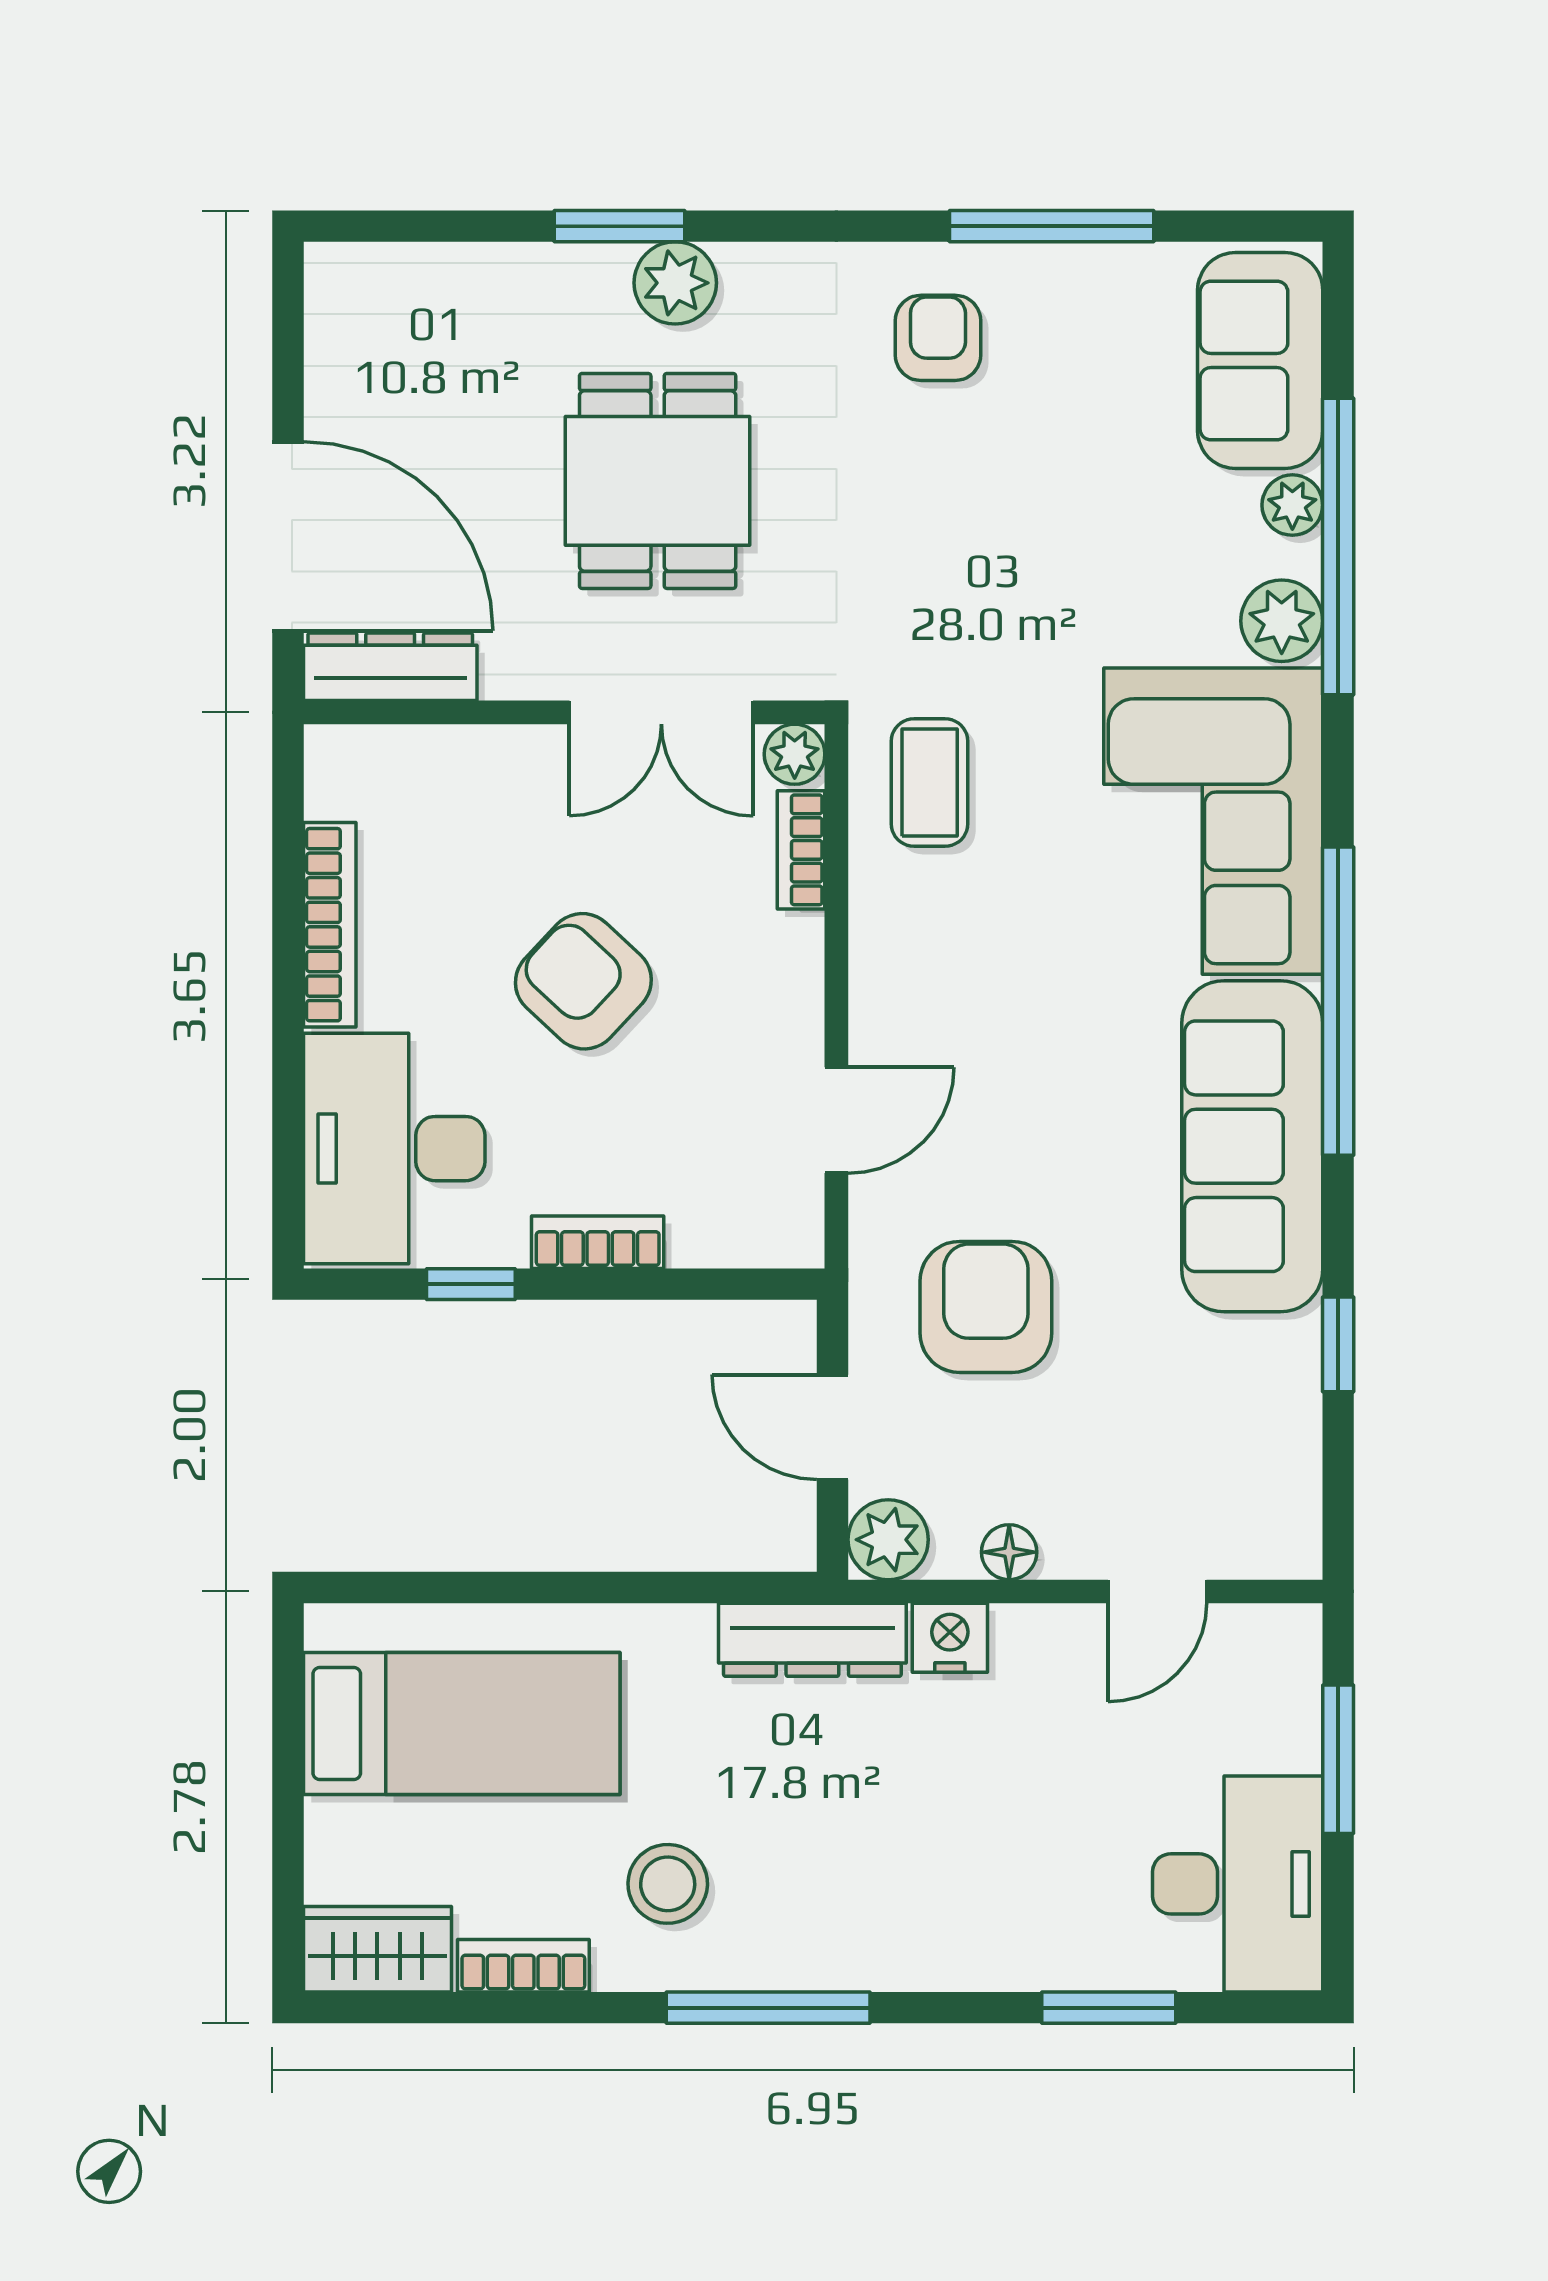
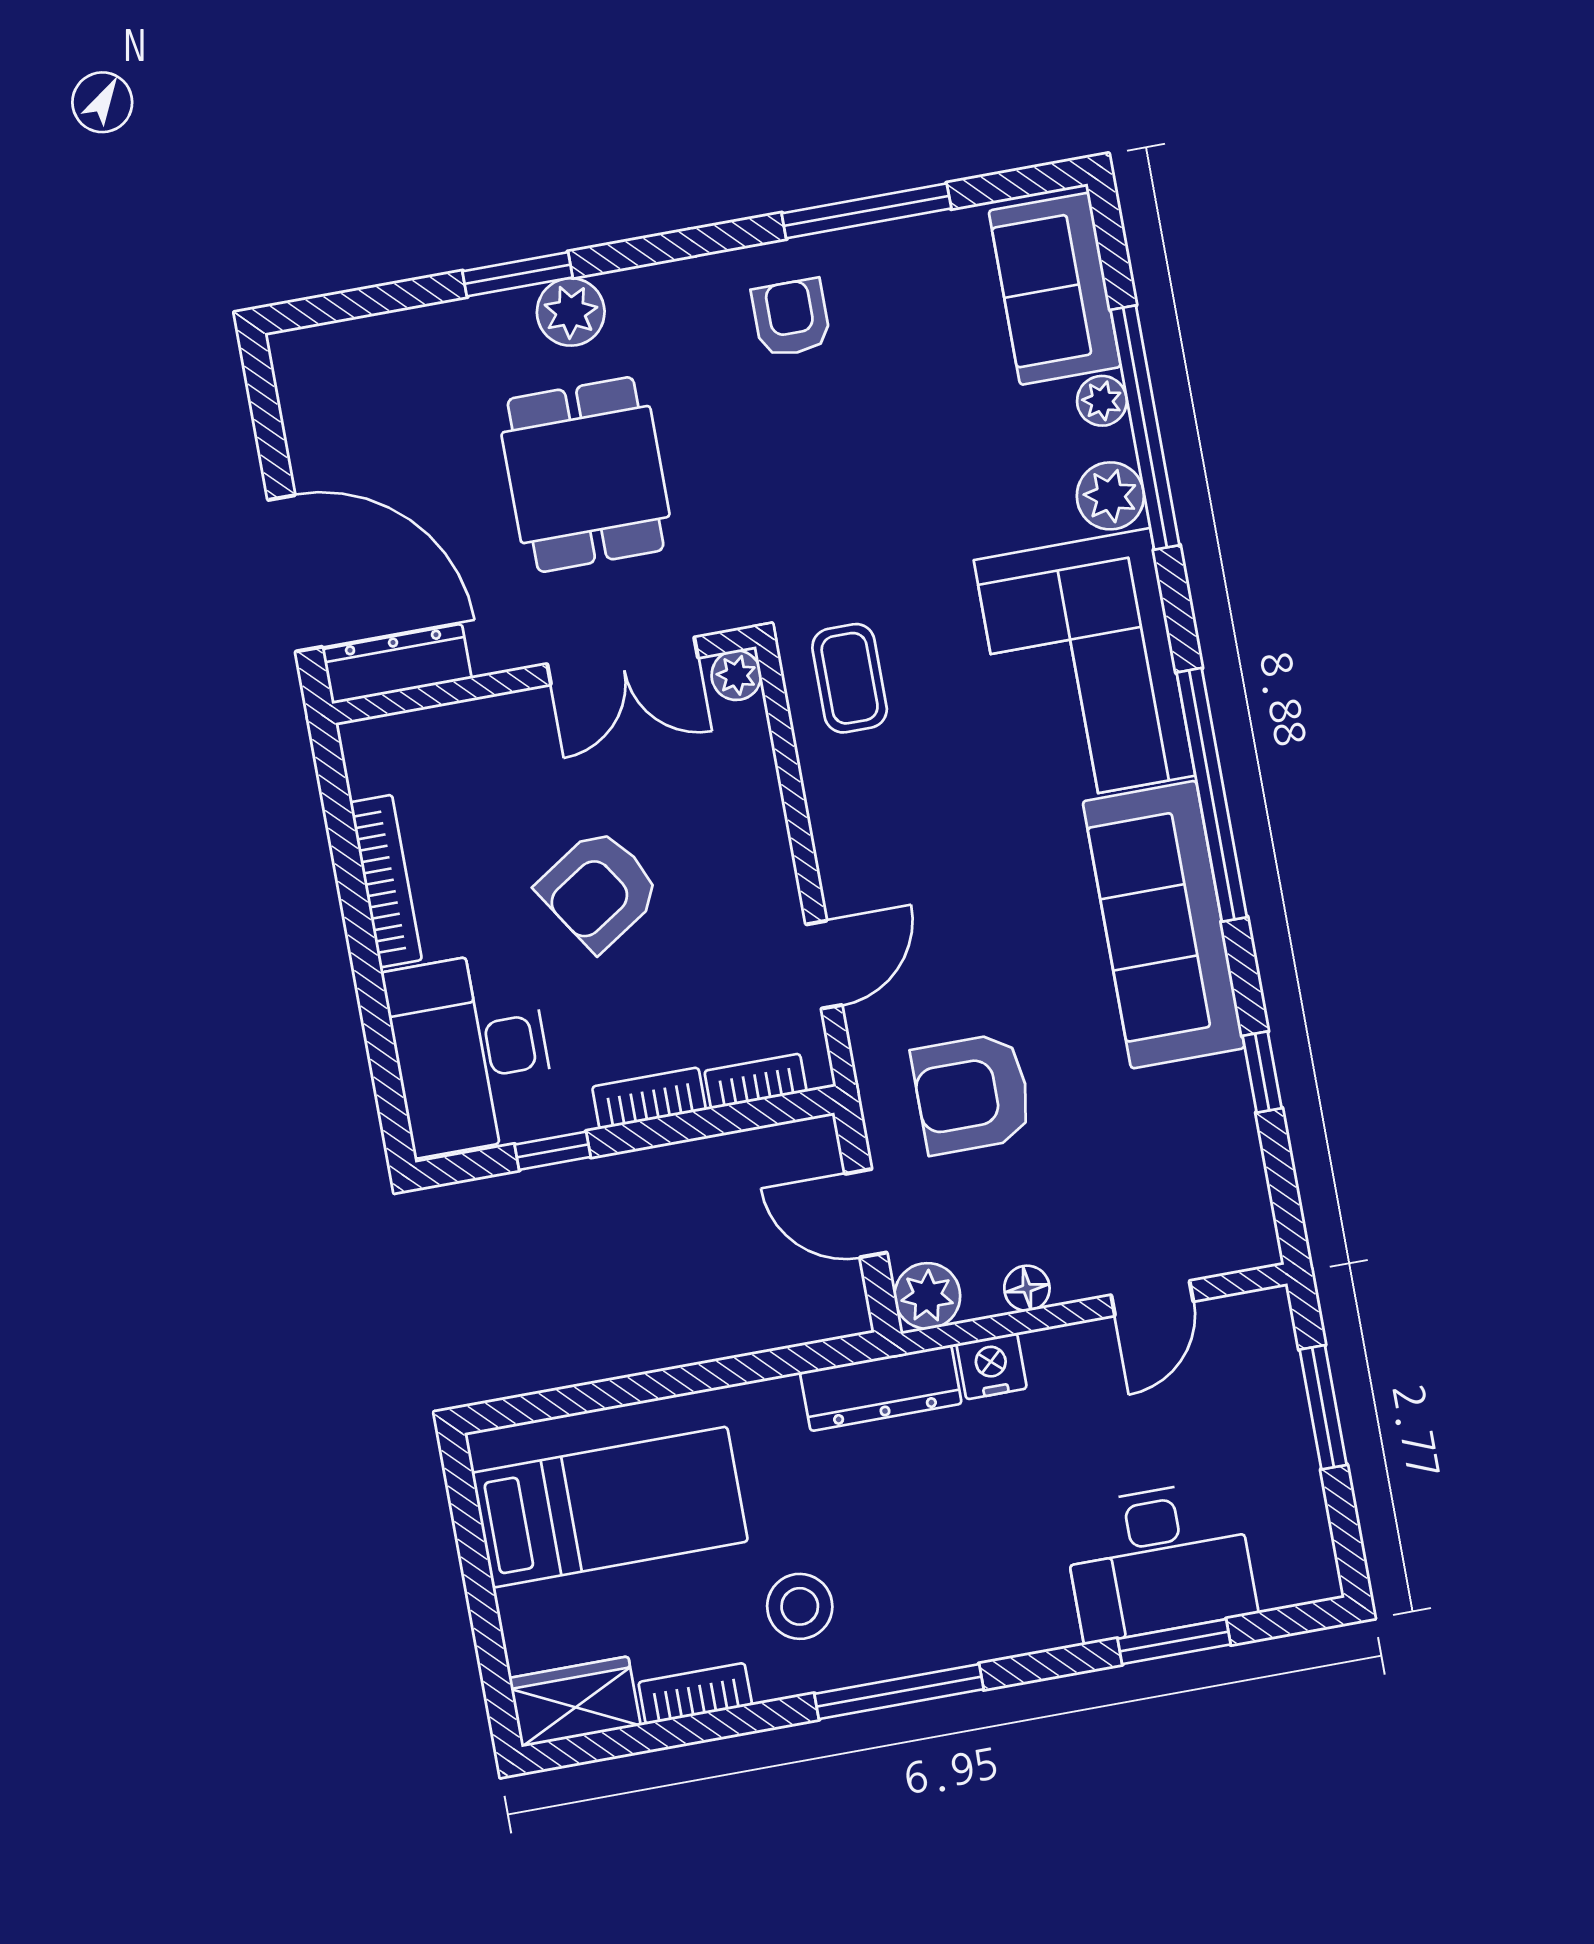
bookcase: (801, 850) -> (756, 1081), moved, turned 90
armchair: (583, 981) -> (599, 890), turned -76
armchair: (986, 1307) -> (972, 1094), turned -90
desk: (1238, 1884) -> (1159, 1560), moved, turned 90

